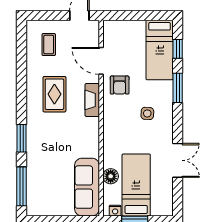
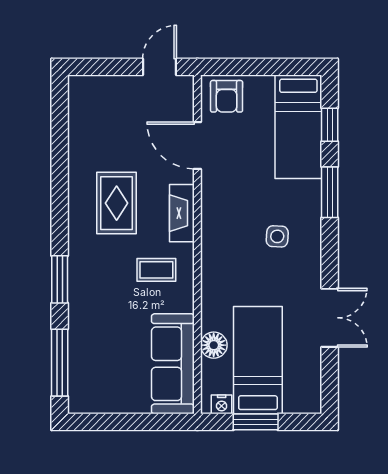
coffee table: (49, 45) -> (156, 270), moved, turned 90
armchair: (120, 85) -> (227, 96), moved

